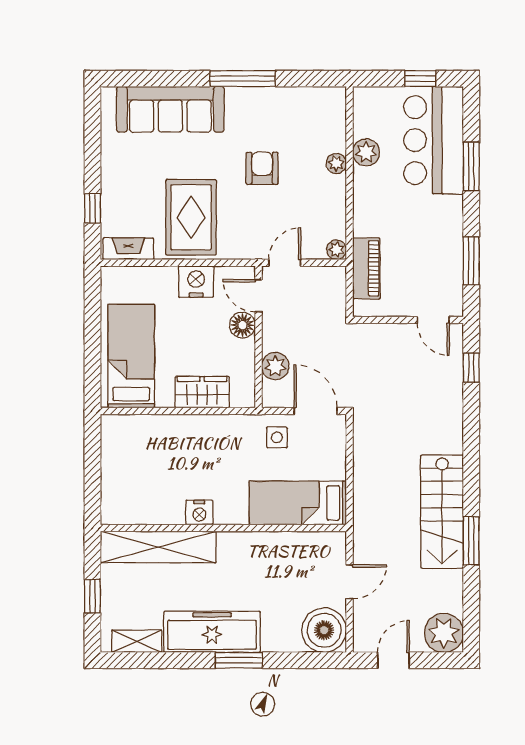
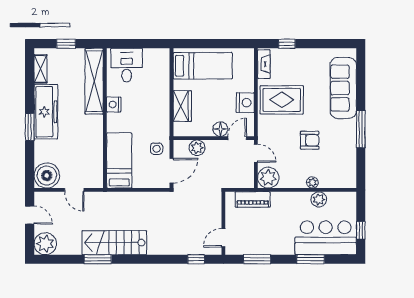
plant: (336, 250) -> (268, 178), width x1.88, depth x1.88
desk: (130, 490) -> (127, 65), added

